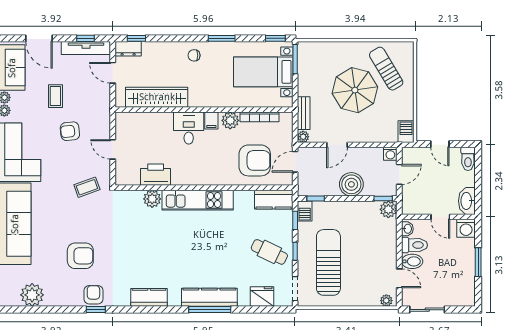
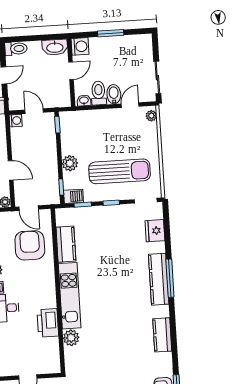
printer: (156, 175) -> (48, 323), moved
boiler: (351, 184) -> (46, 155), removed
kitchen counter: (274, 200) -> (66, 244), moved
plant: (388, 209) -> (70, 163), moved
cafe table: (269, 252) -> (113, 226), removed
sun lounger: (328, 262) -> (120, 171), turned 180

